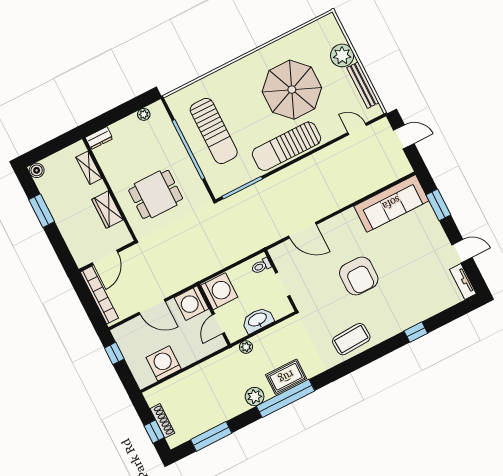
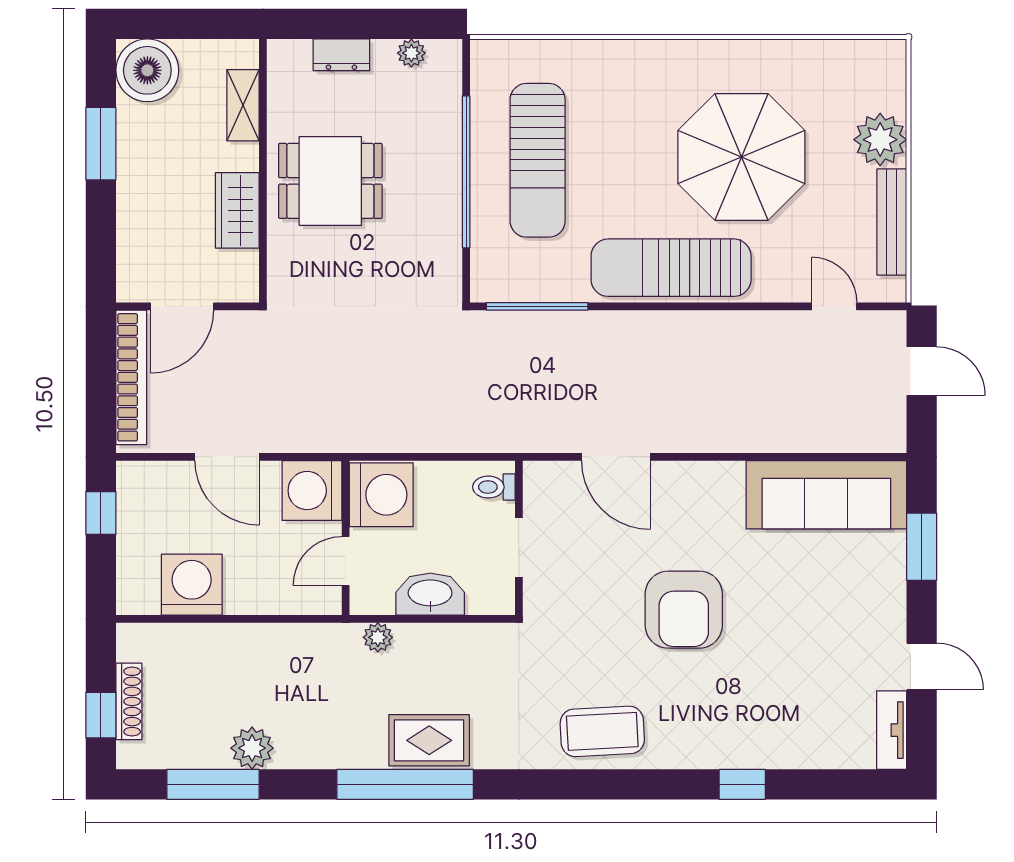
dresser: (99, 138) -> (341, 55), moved
boiler: (37, 170) -> (147, 70), width x1.86, depth x1.86
dining table: (156, 194) -> (330, 181), moved
plant: (255, 397) -> (252, 748), moved

